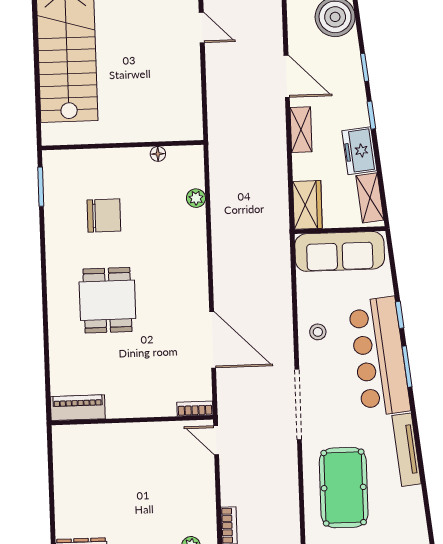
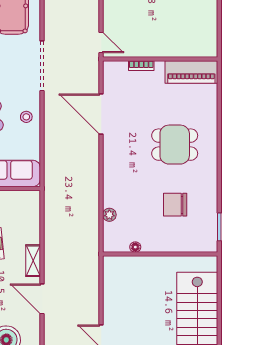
wardrobe: (307, 205) -> (31, 207), removed
dining table: (107, 300) -> (175, 145), turned 90
piano: (78, 408) -> (191, 72), width x1.37, depth x1.33
bookcase: (195, 409) -> (141, 66), moved

